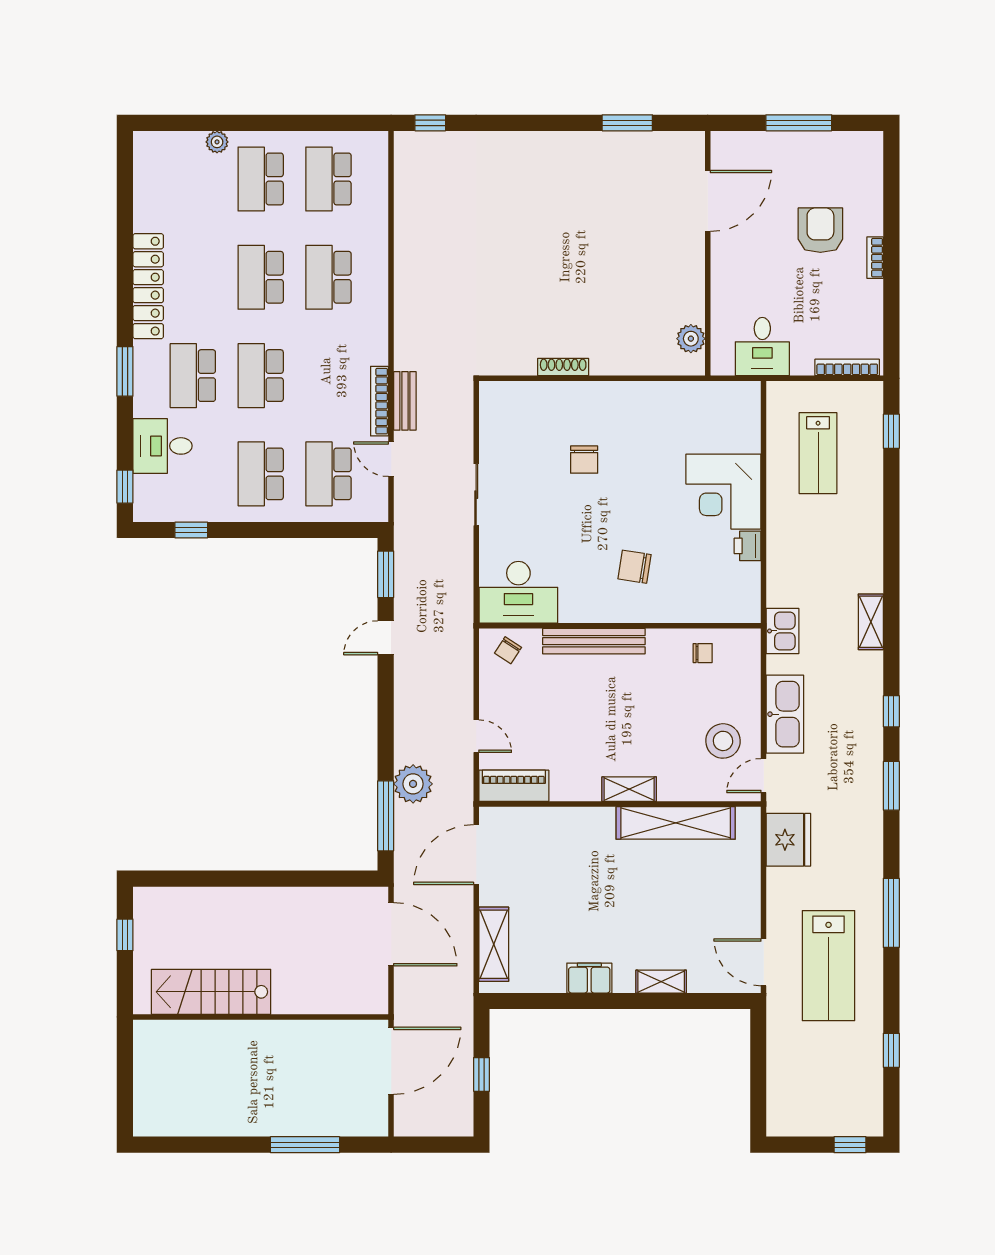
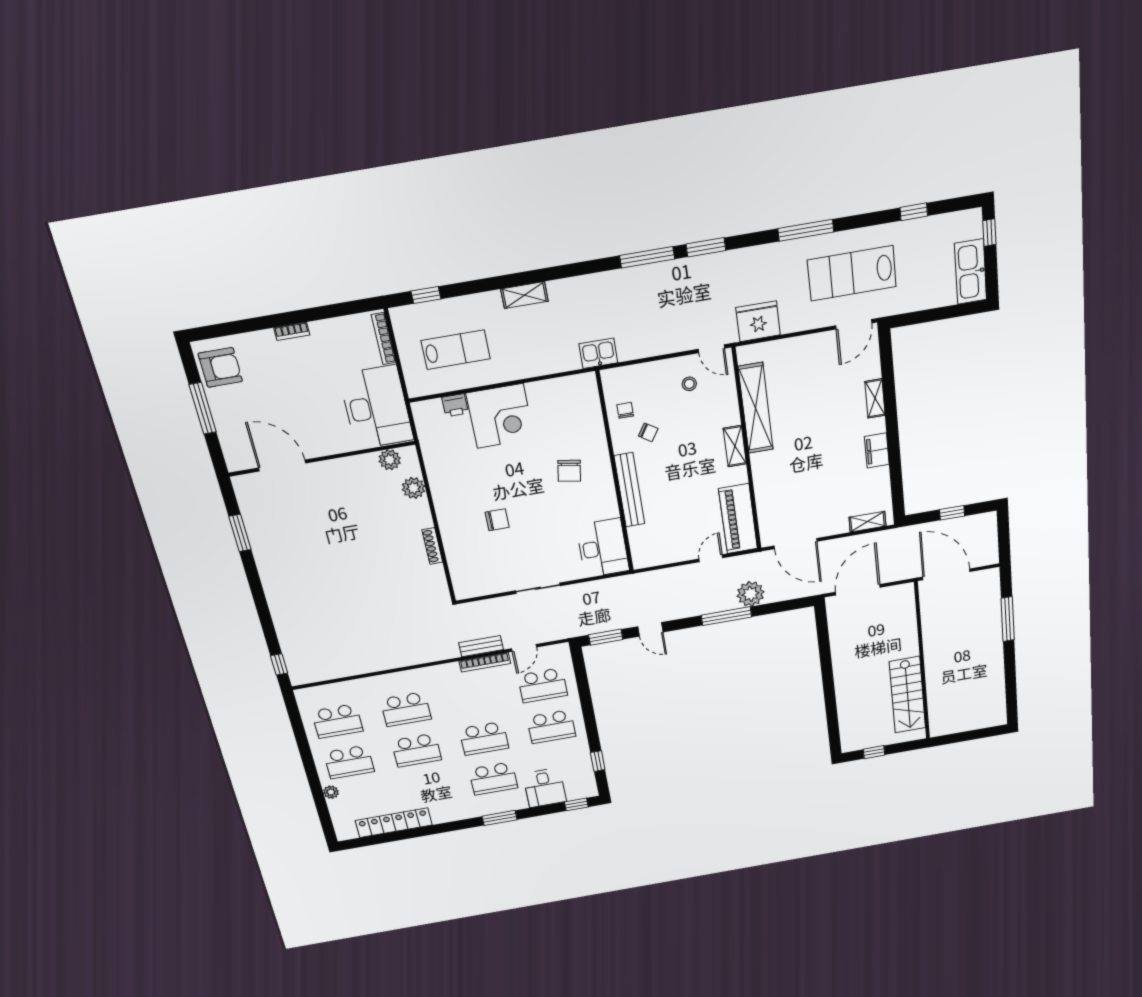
armchair: (820, 230) -> (220, 367), moved, turned 180
locker: (148, 286) -> (394, 823), moved
desk: (762, 347) -> (376, 407), width x1.87, depth x1.30
plant: (648, 360) -> (414, 488), added
printer: (748, 546) -> (455, 405), moved
shelving: (871, 622) -> (524, 295), moved
chair: (508, 650) -> (648, 432), moved
window: (891, 711) -> (647, 257), width x2.17
kitchen sink: (785, 714) -> (971, 272), moved, turned -90
stool: (723, 741) -> (689, 384), width x0.53, depth x0.53
piano: (514, 786) -> (738, 519), width x1.37, depth x1.33
window: (386, 816) -> (726, 616), moved
shelving: (494, 944) -> (867, 522), width x0.67, depth x0.75
lab bench: (829, 966) -> (852, 273), turned 180

